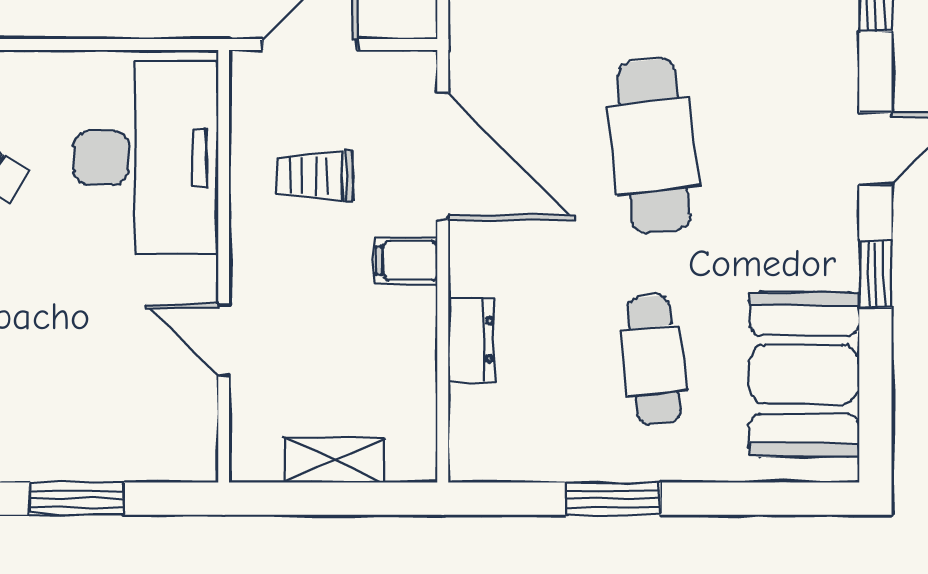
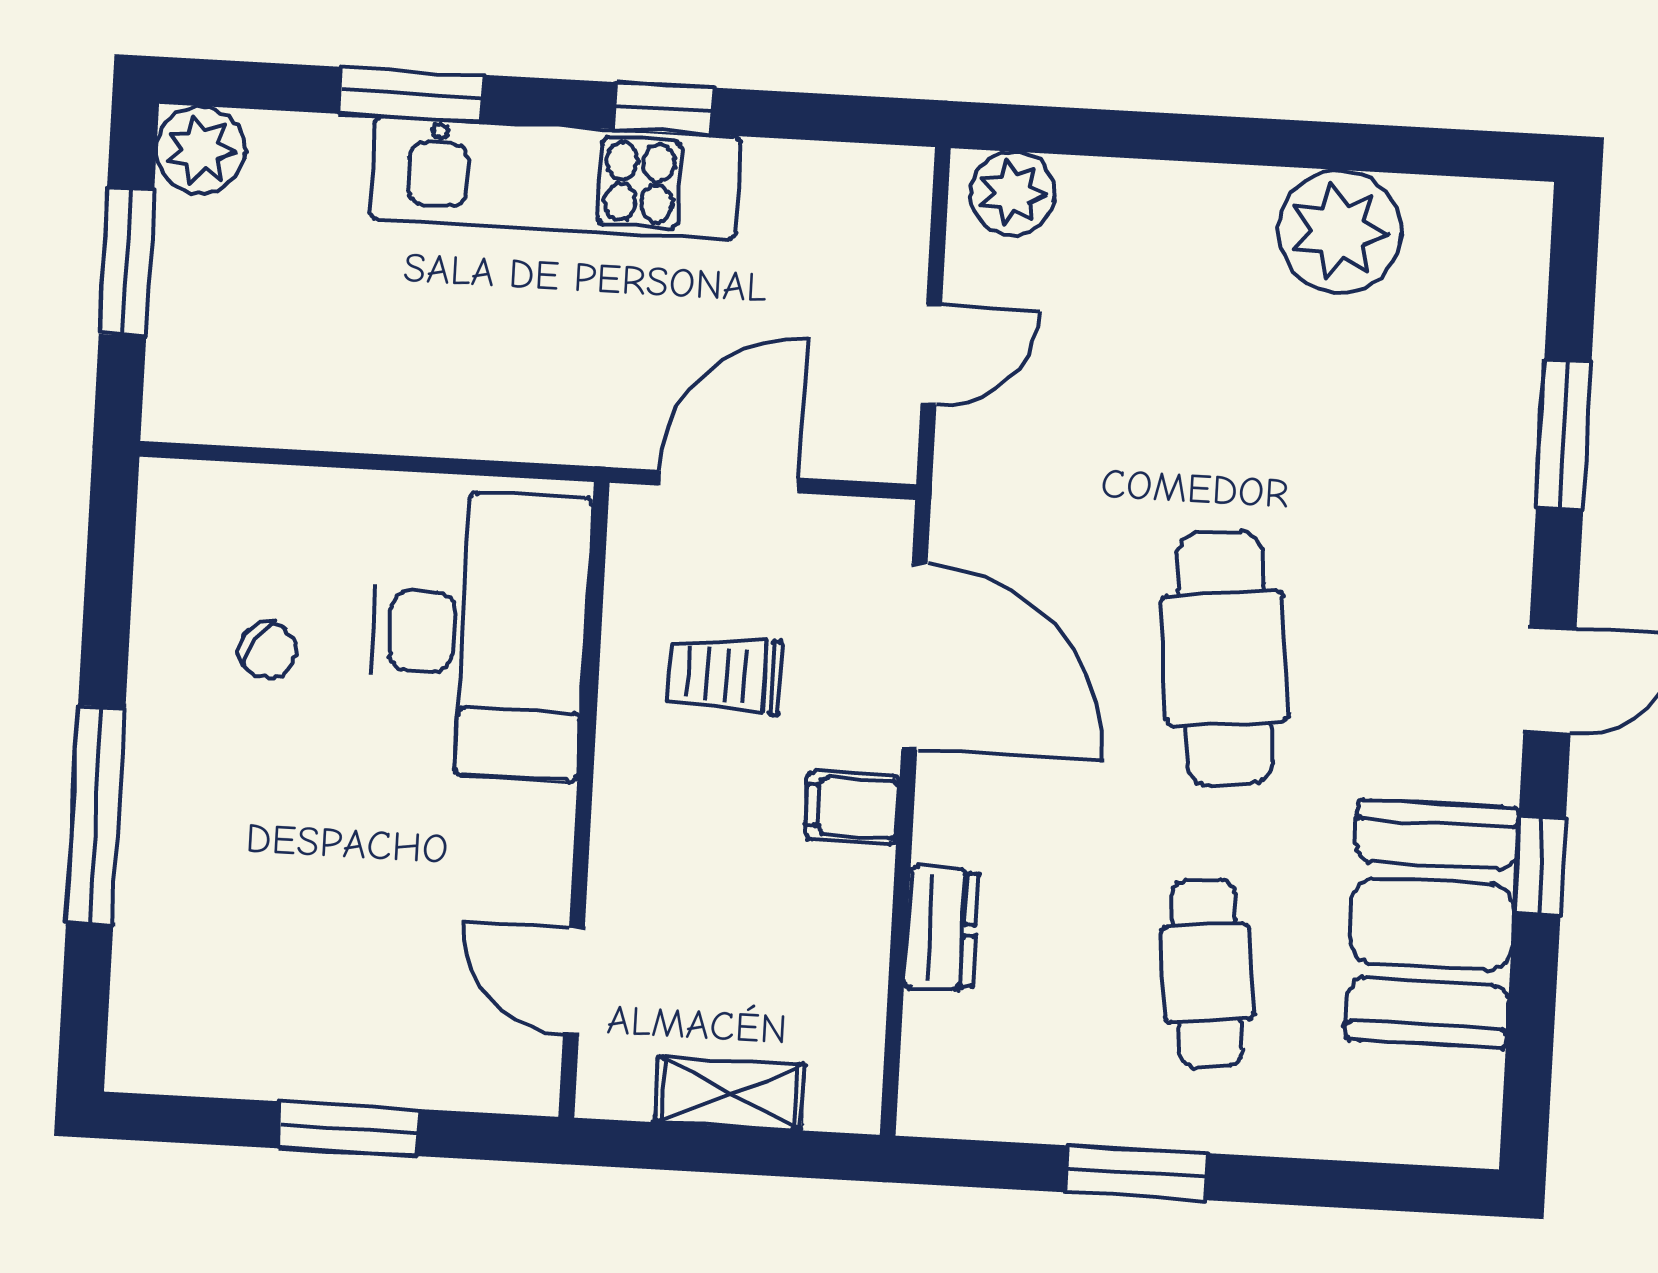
door: (224, 340) -> (574, 981), moved
booth: (804, 375) -> (1432, 924), moved

